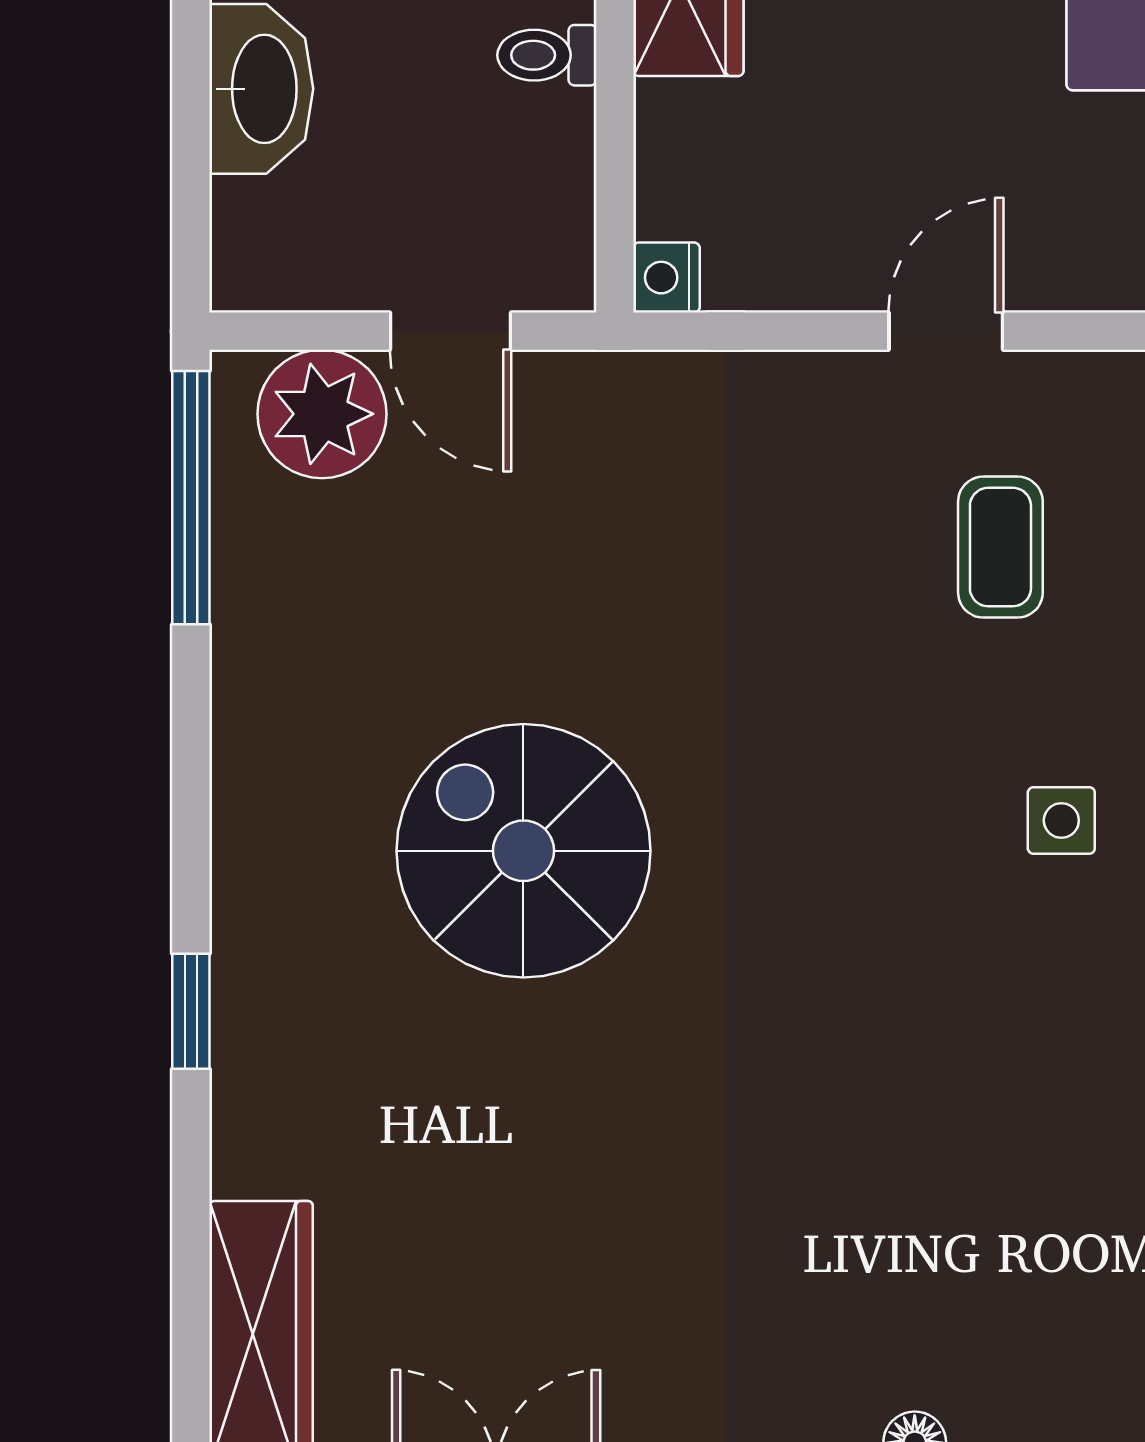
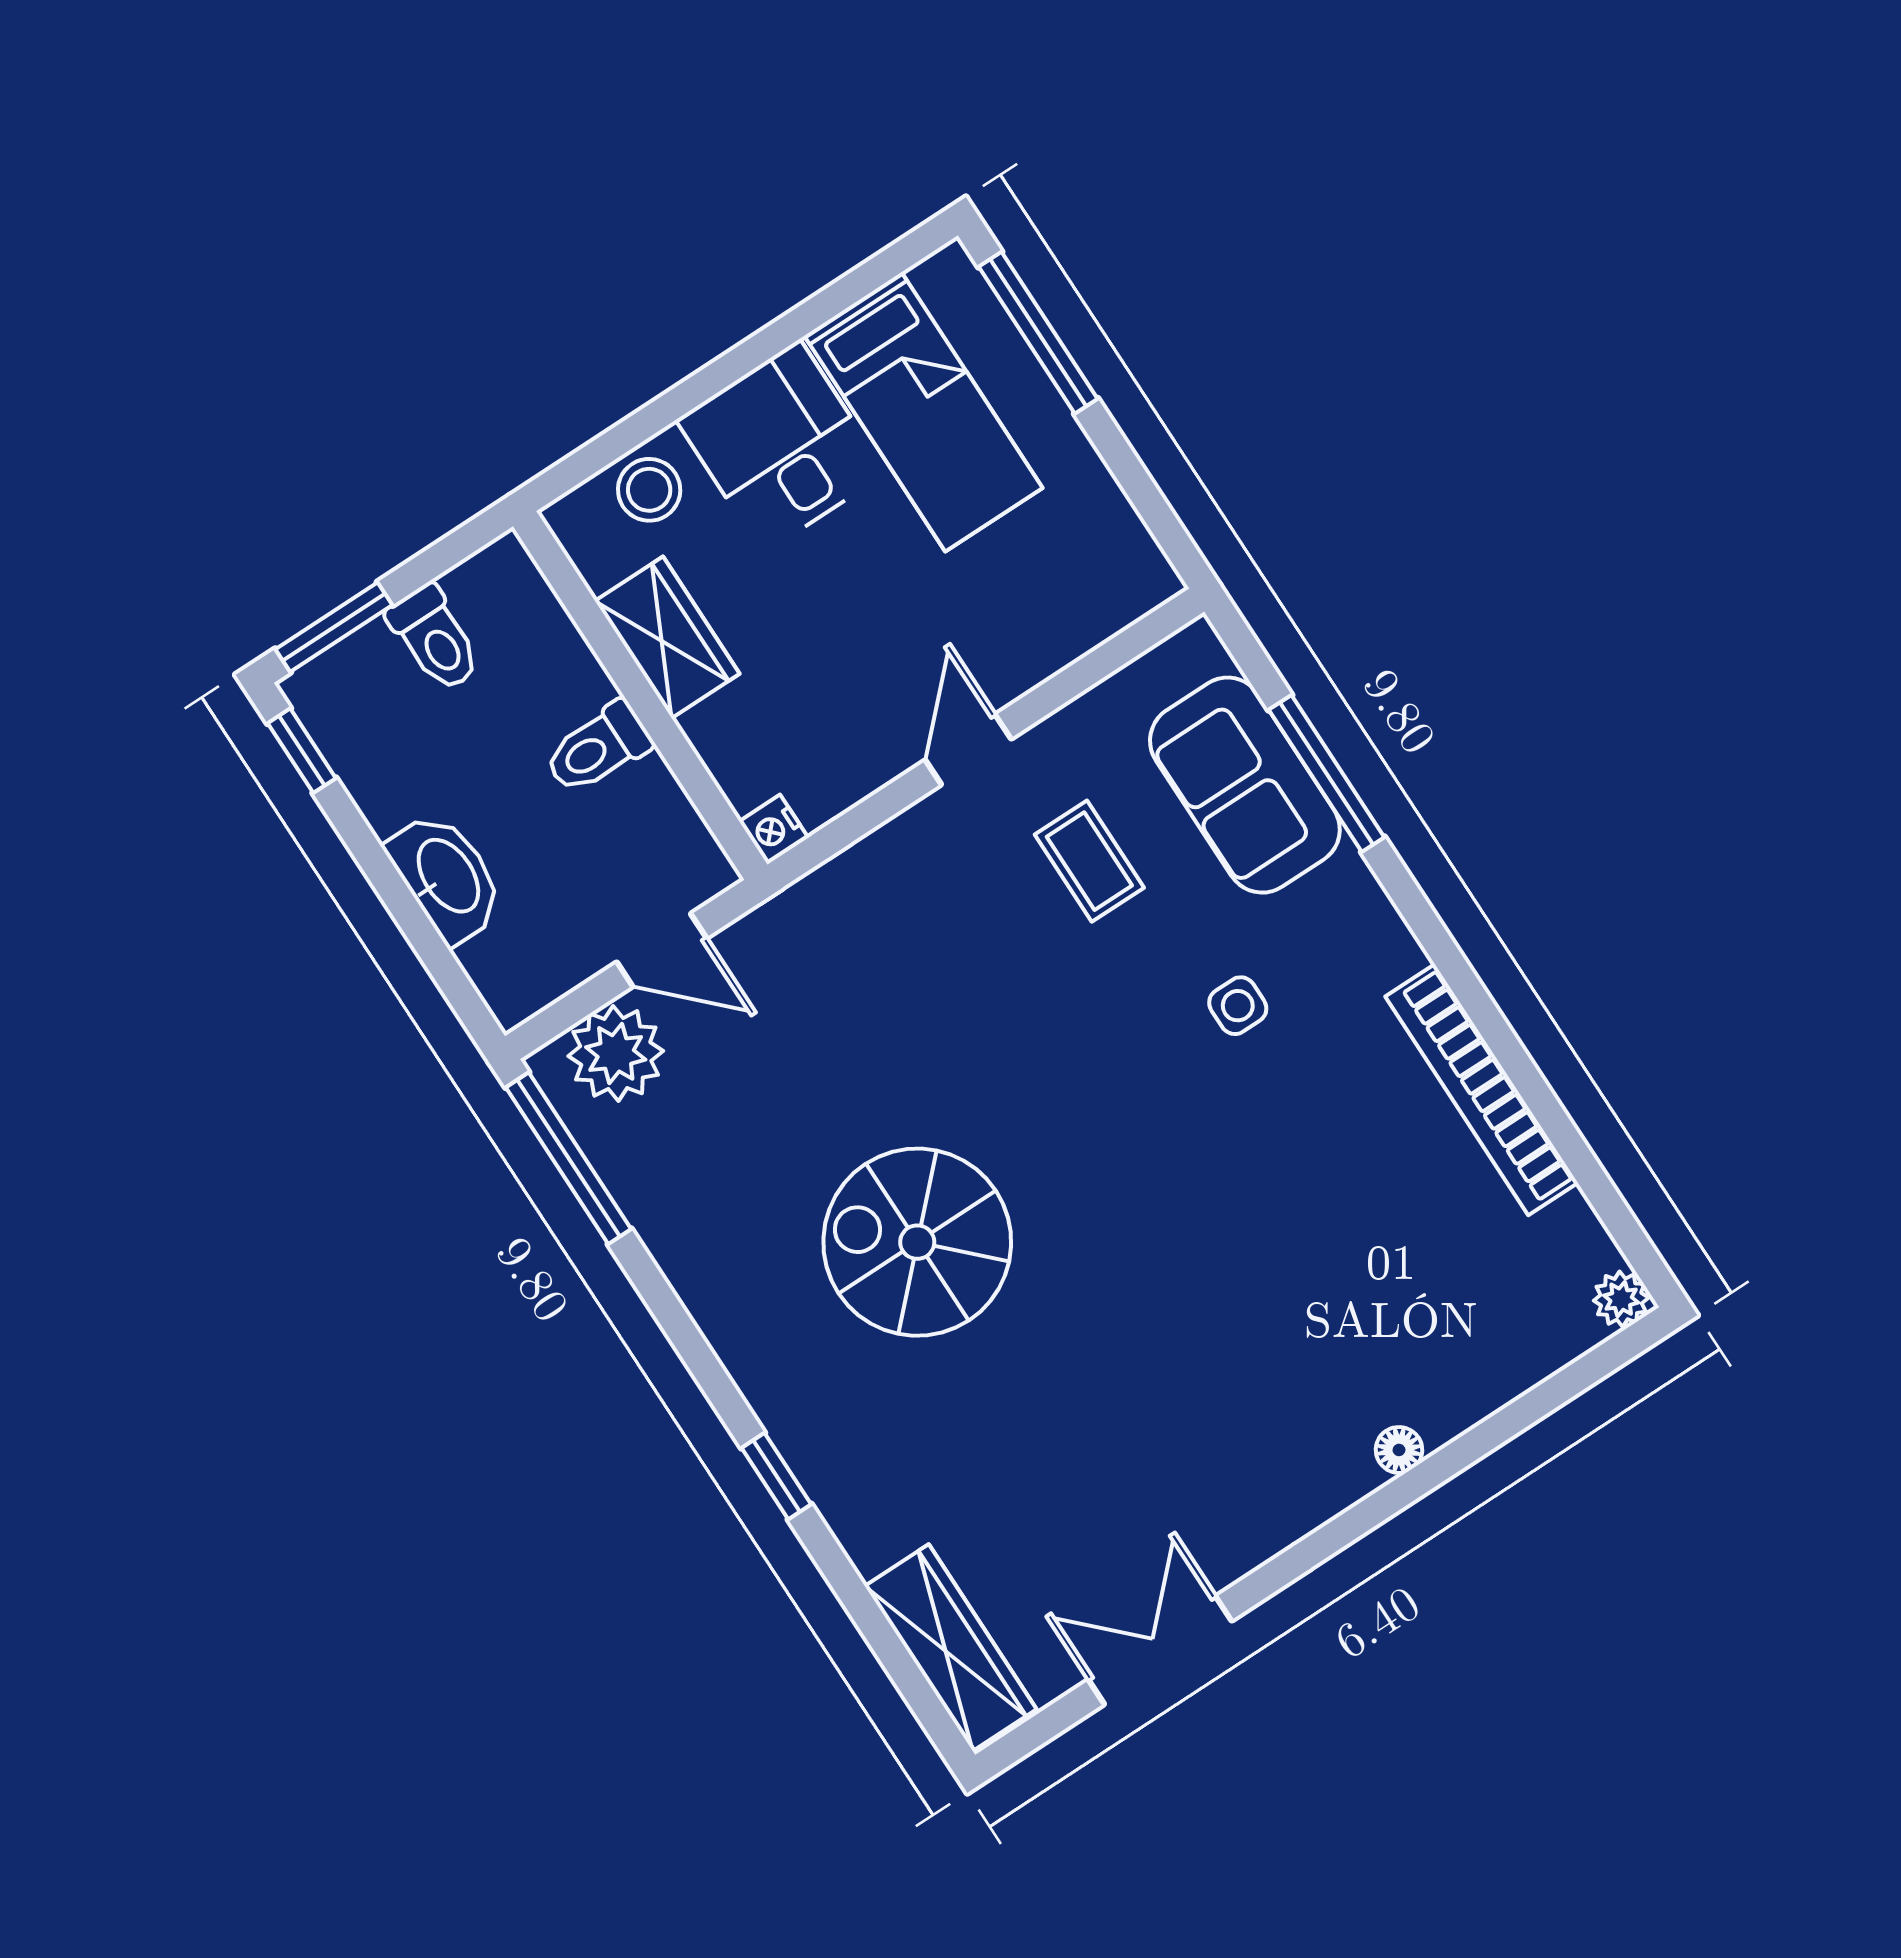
toilet: (547, 55) -> (598, 748), width x1.37, depth x1.39

